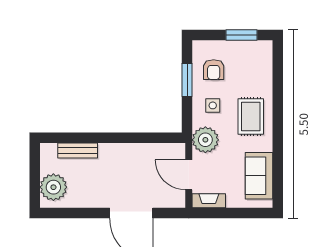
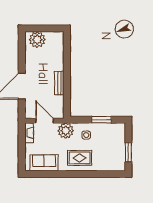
armchair: (214, 70) -> (108, 136), removed
bench: (78, 150) -> (59, 83), moved
door: (189, 175) -> (45, 121), hinge flipped

